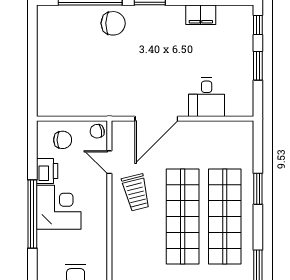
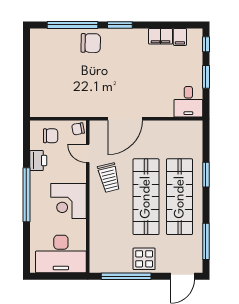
filing cabinet: (225, 16) -> (180, 37), added
desk: (207, 97) -> (188, 102), moved
corner desk: (59, 207) -> (69, 201), moved, turned 180

